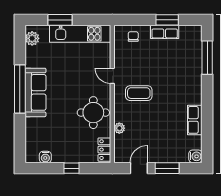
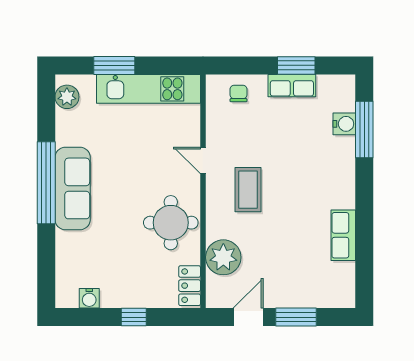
coffee table: (139, 93) -> (248, 190), turned 90
plant: (119, 128) -> (223, 257), width x1.88, depth x1.88
water cooler: (195, 156) -> (344, 124), moved

